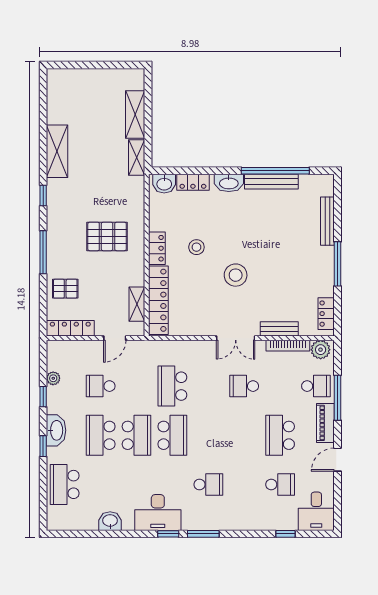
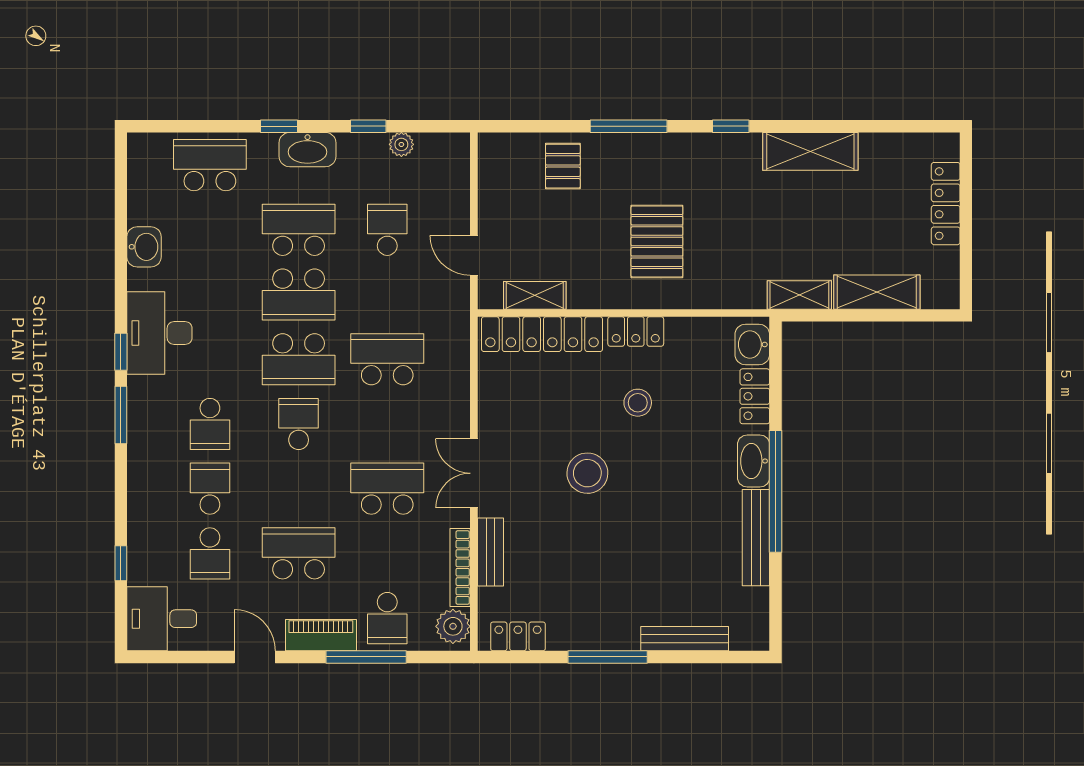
window: (275, 171) -> (776, 491), moved
locker: (70, 328) -> (946, 204), moved, turned 180
school desk: (244, 386) -> (387, 489), width x1.85
school desk: (208, 435) -> (299, 424), added
school desk: (244, 484) -> (210, 489), added

